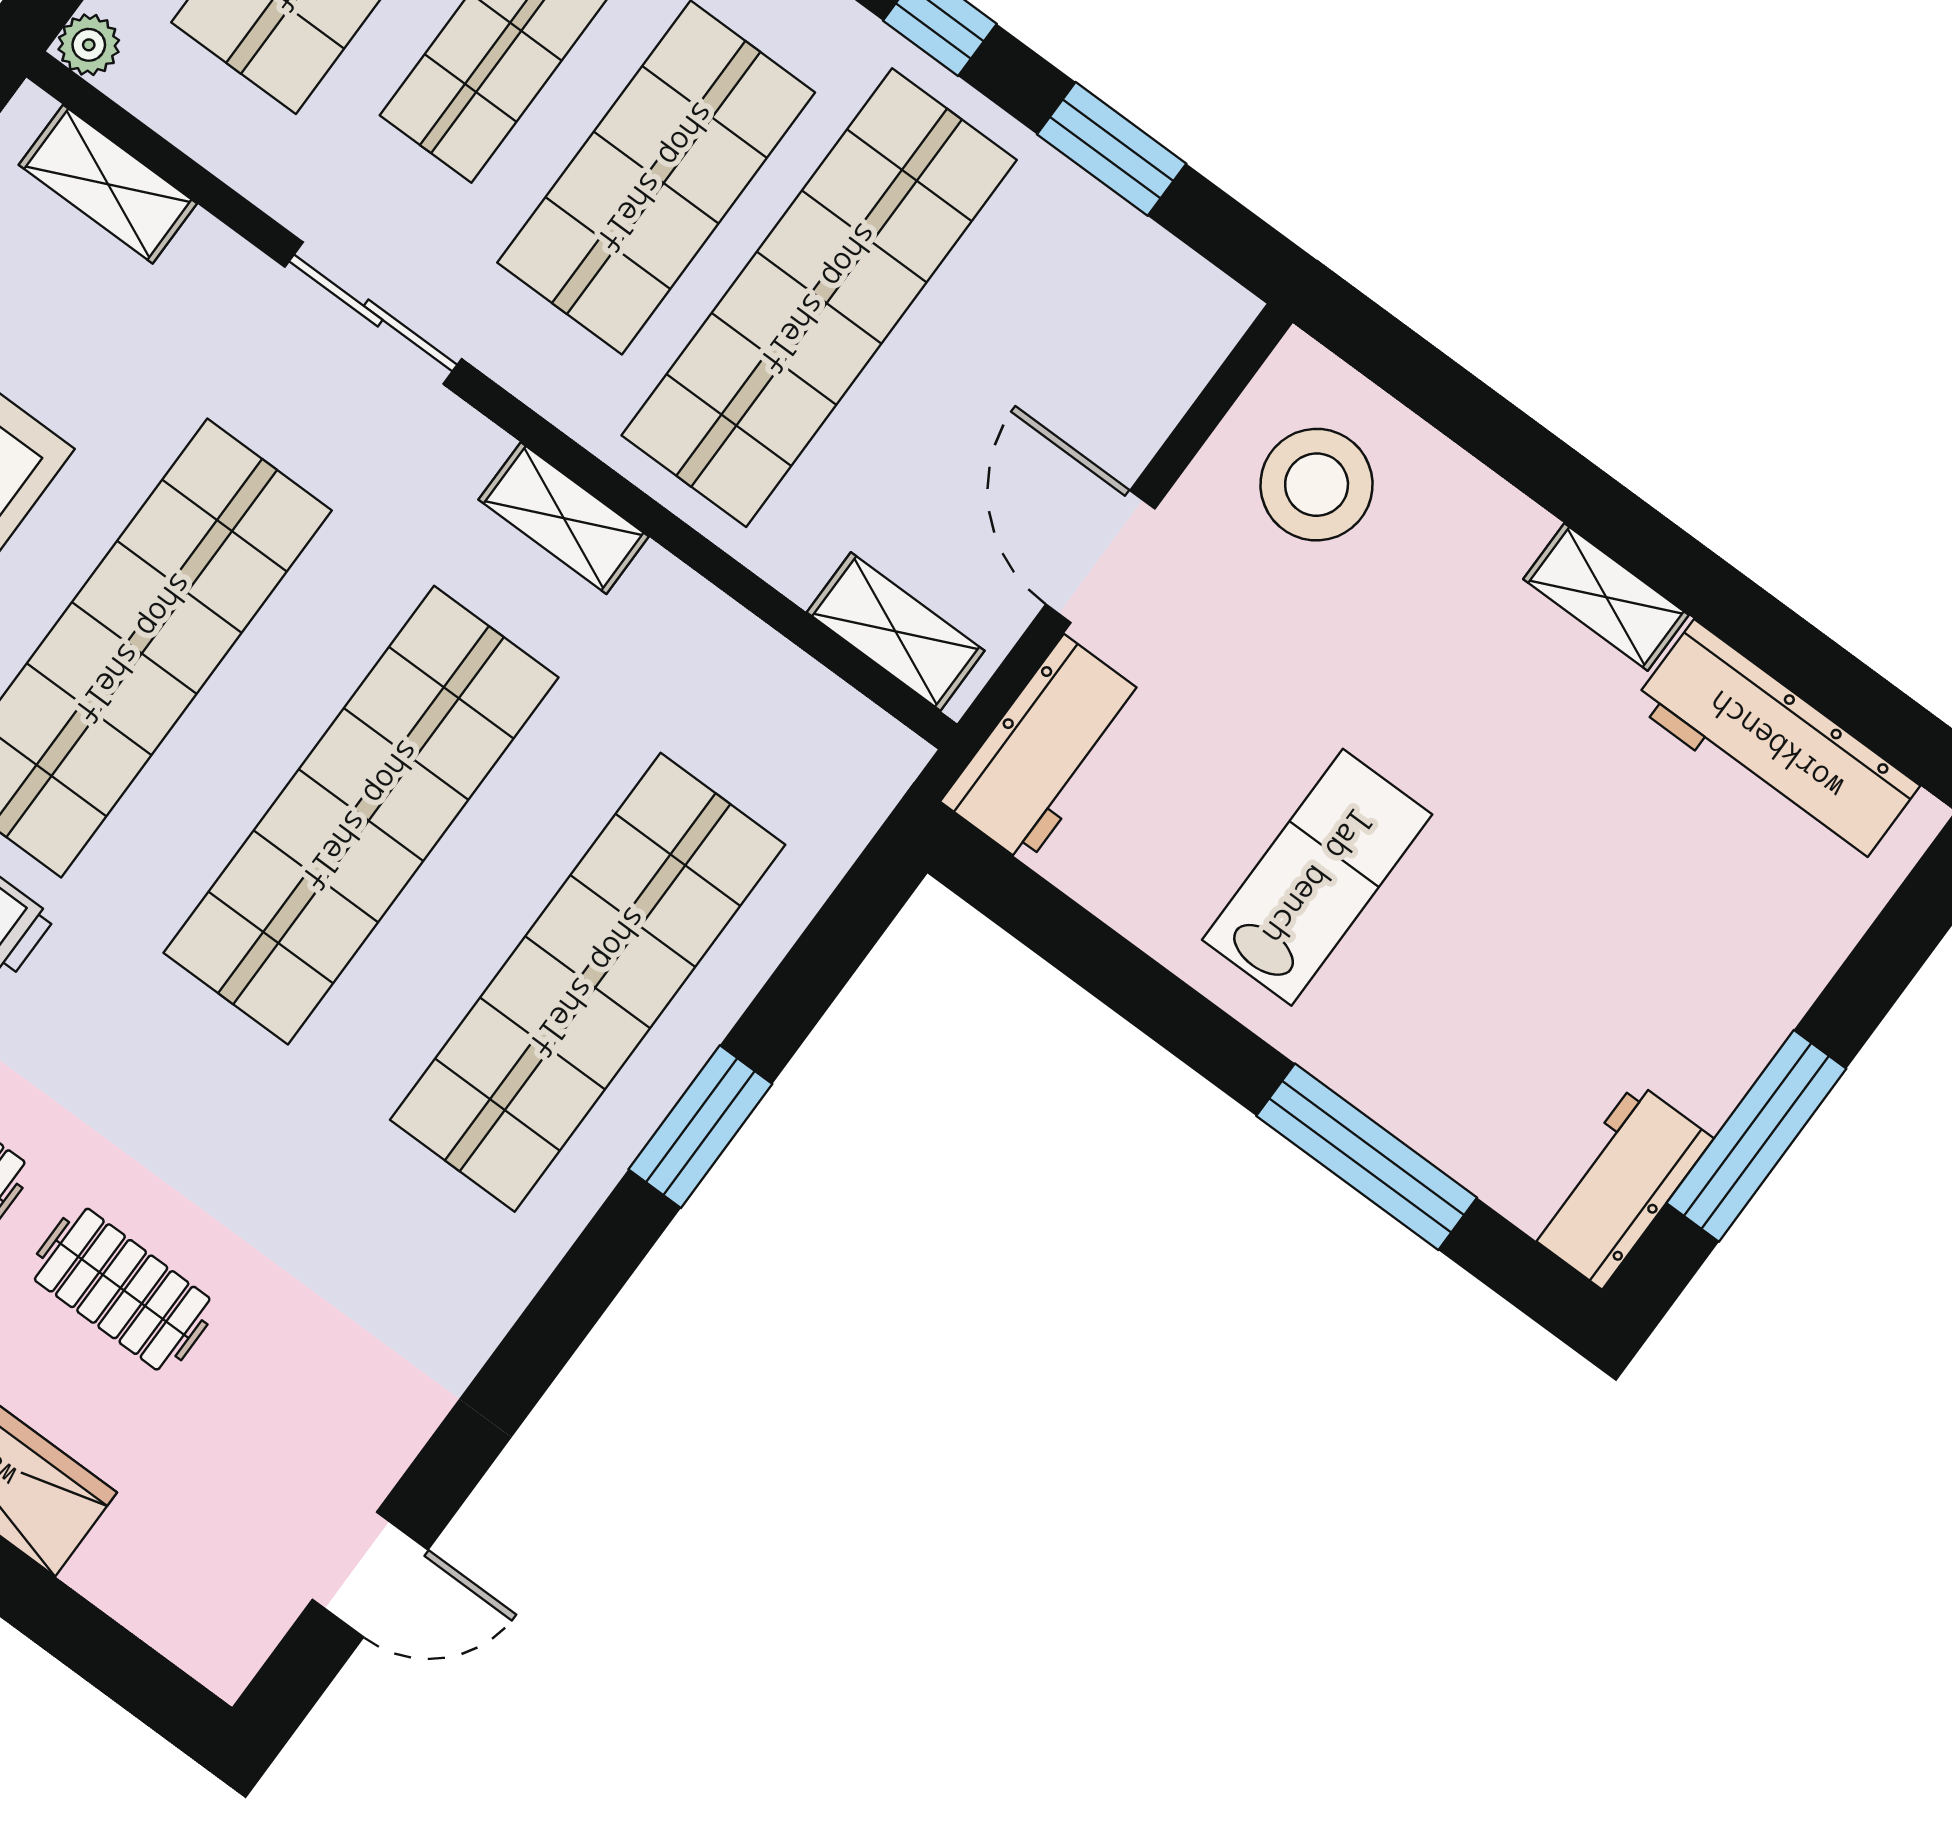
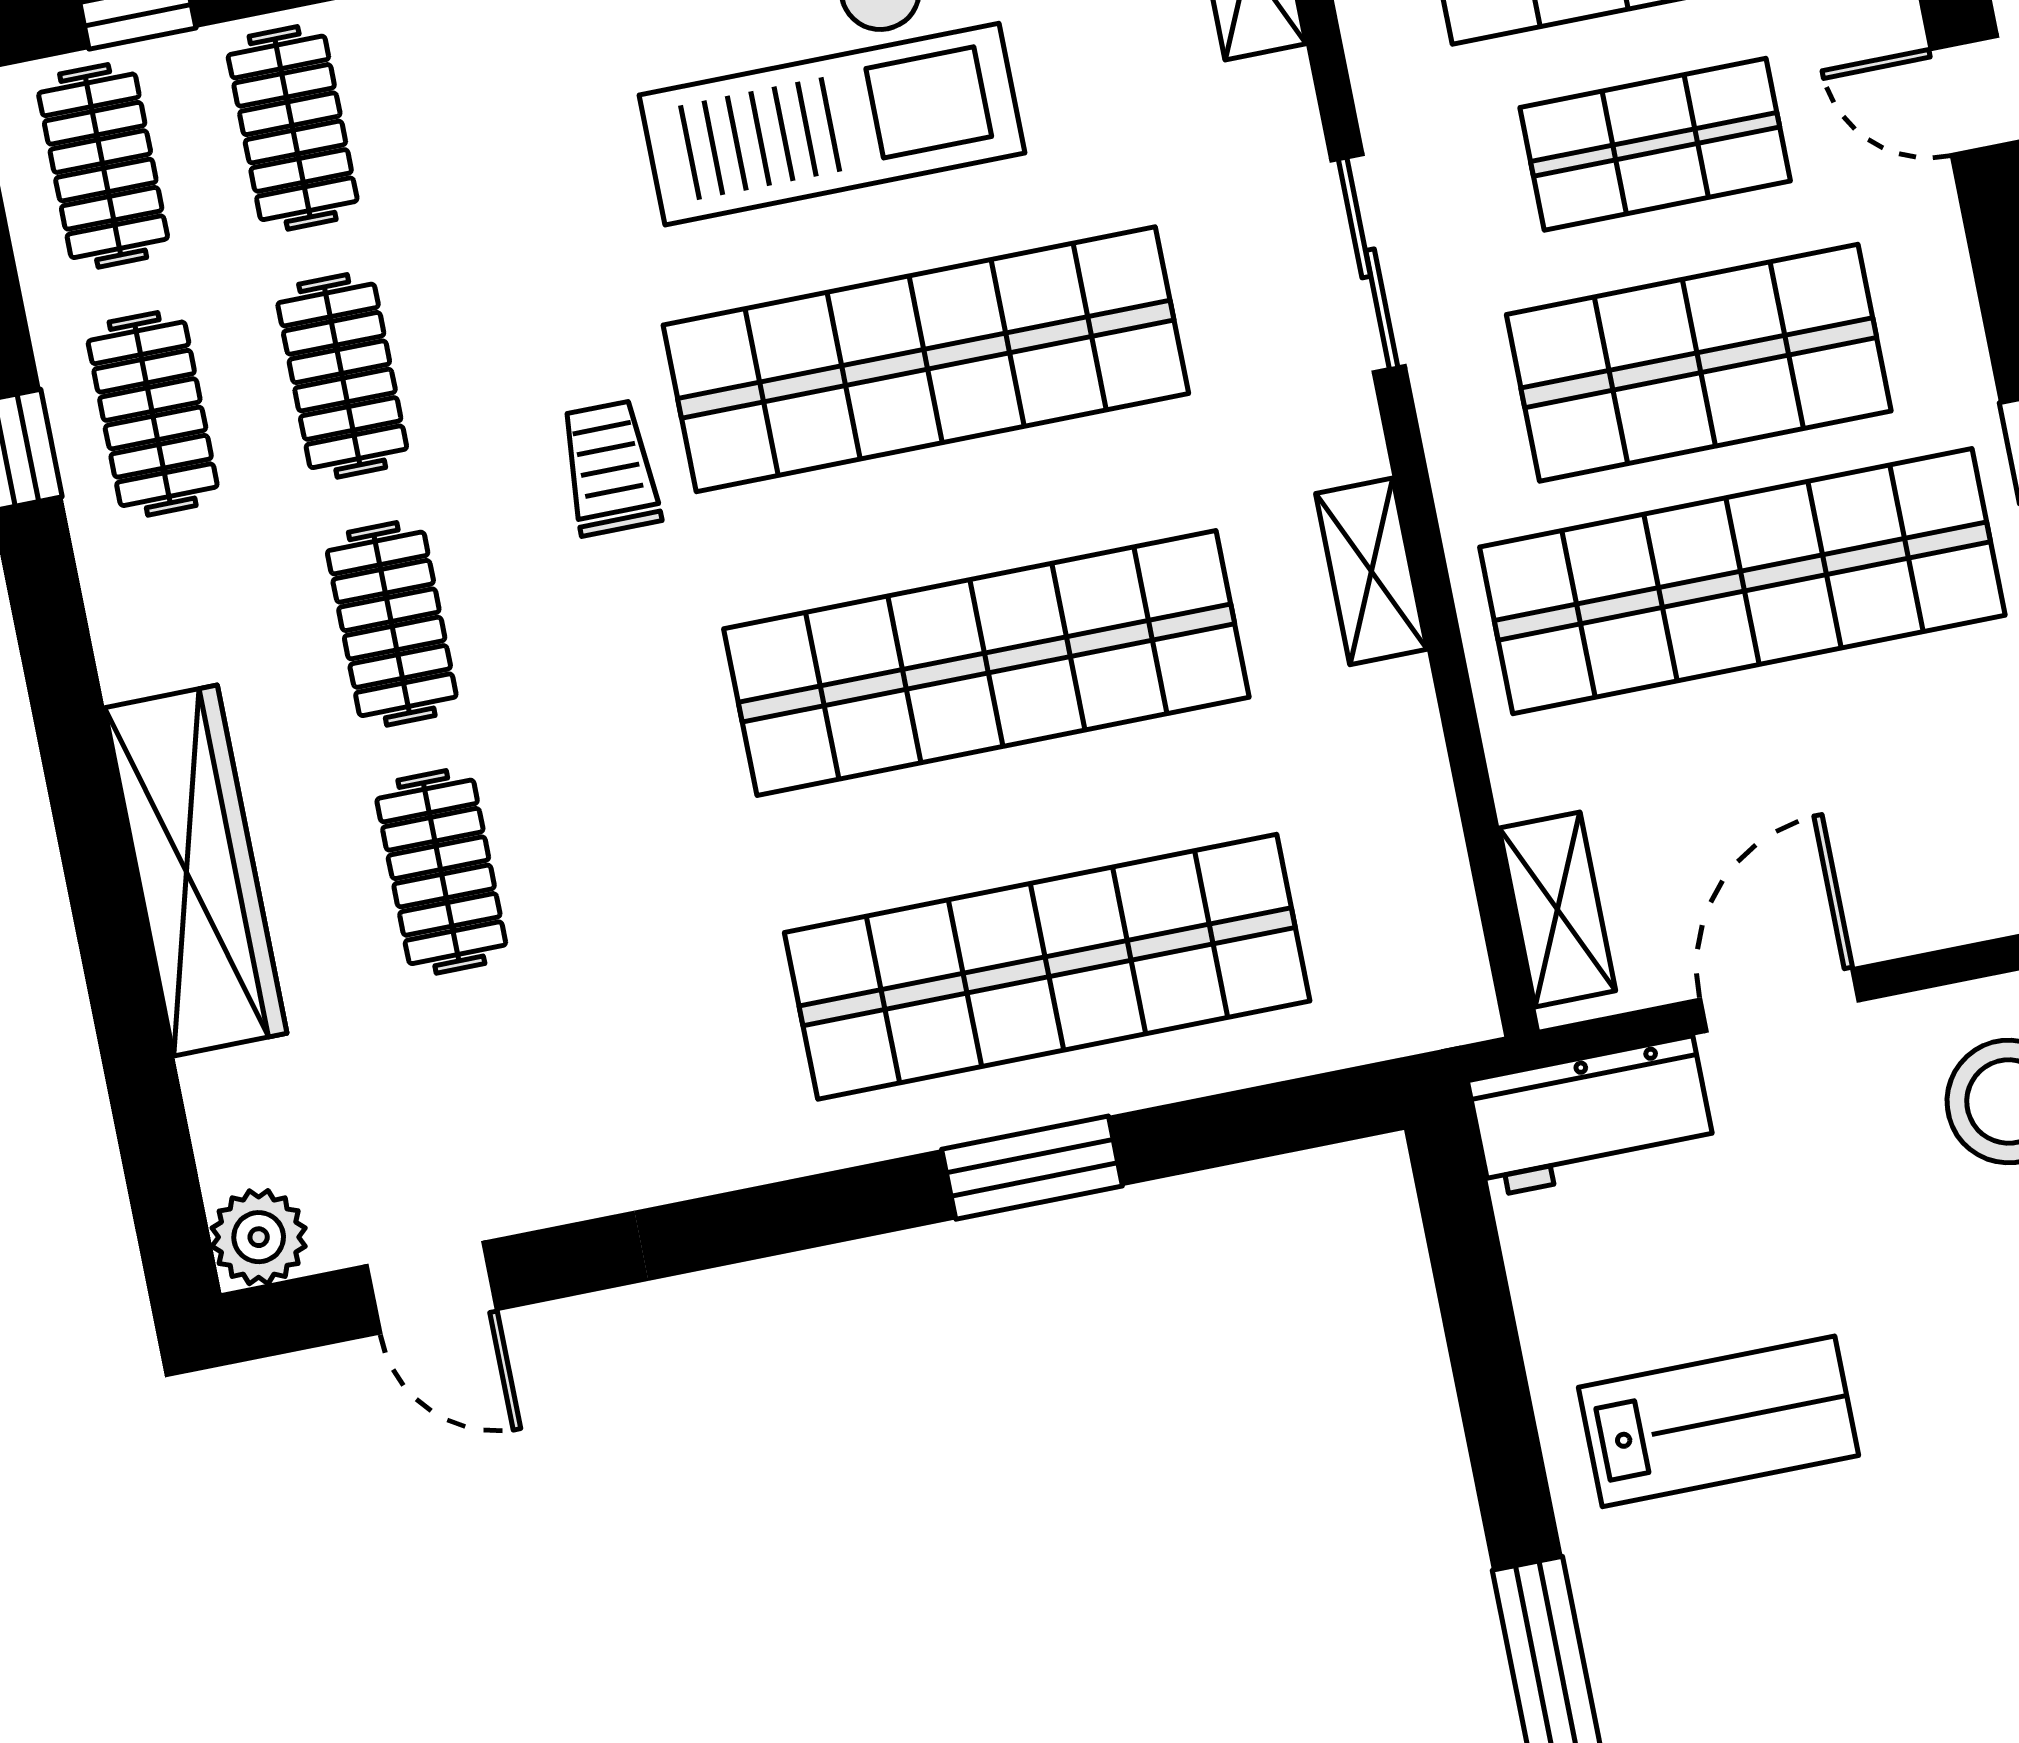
plant: (223, 1647) -> (259, 1237), added

